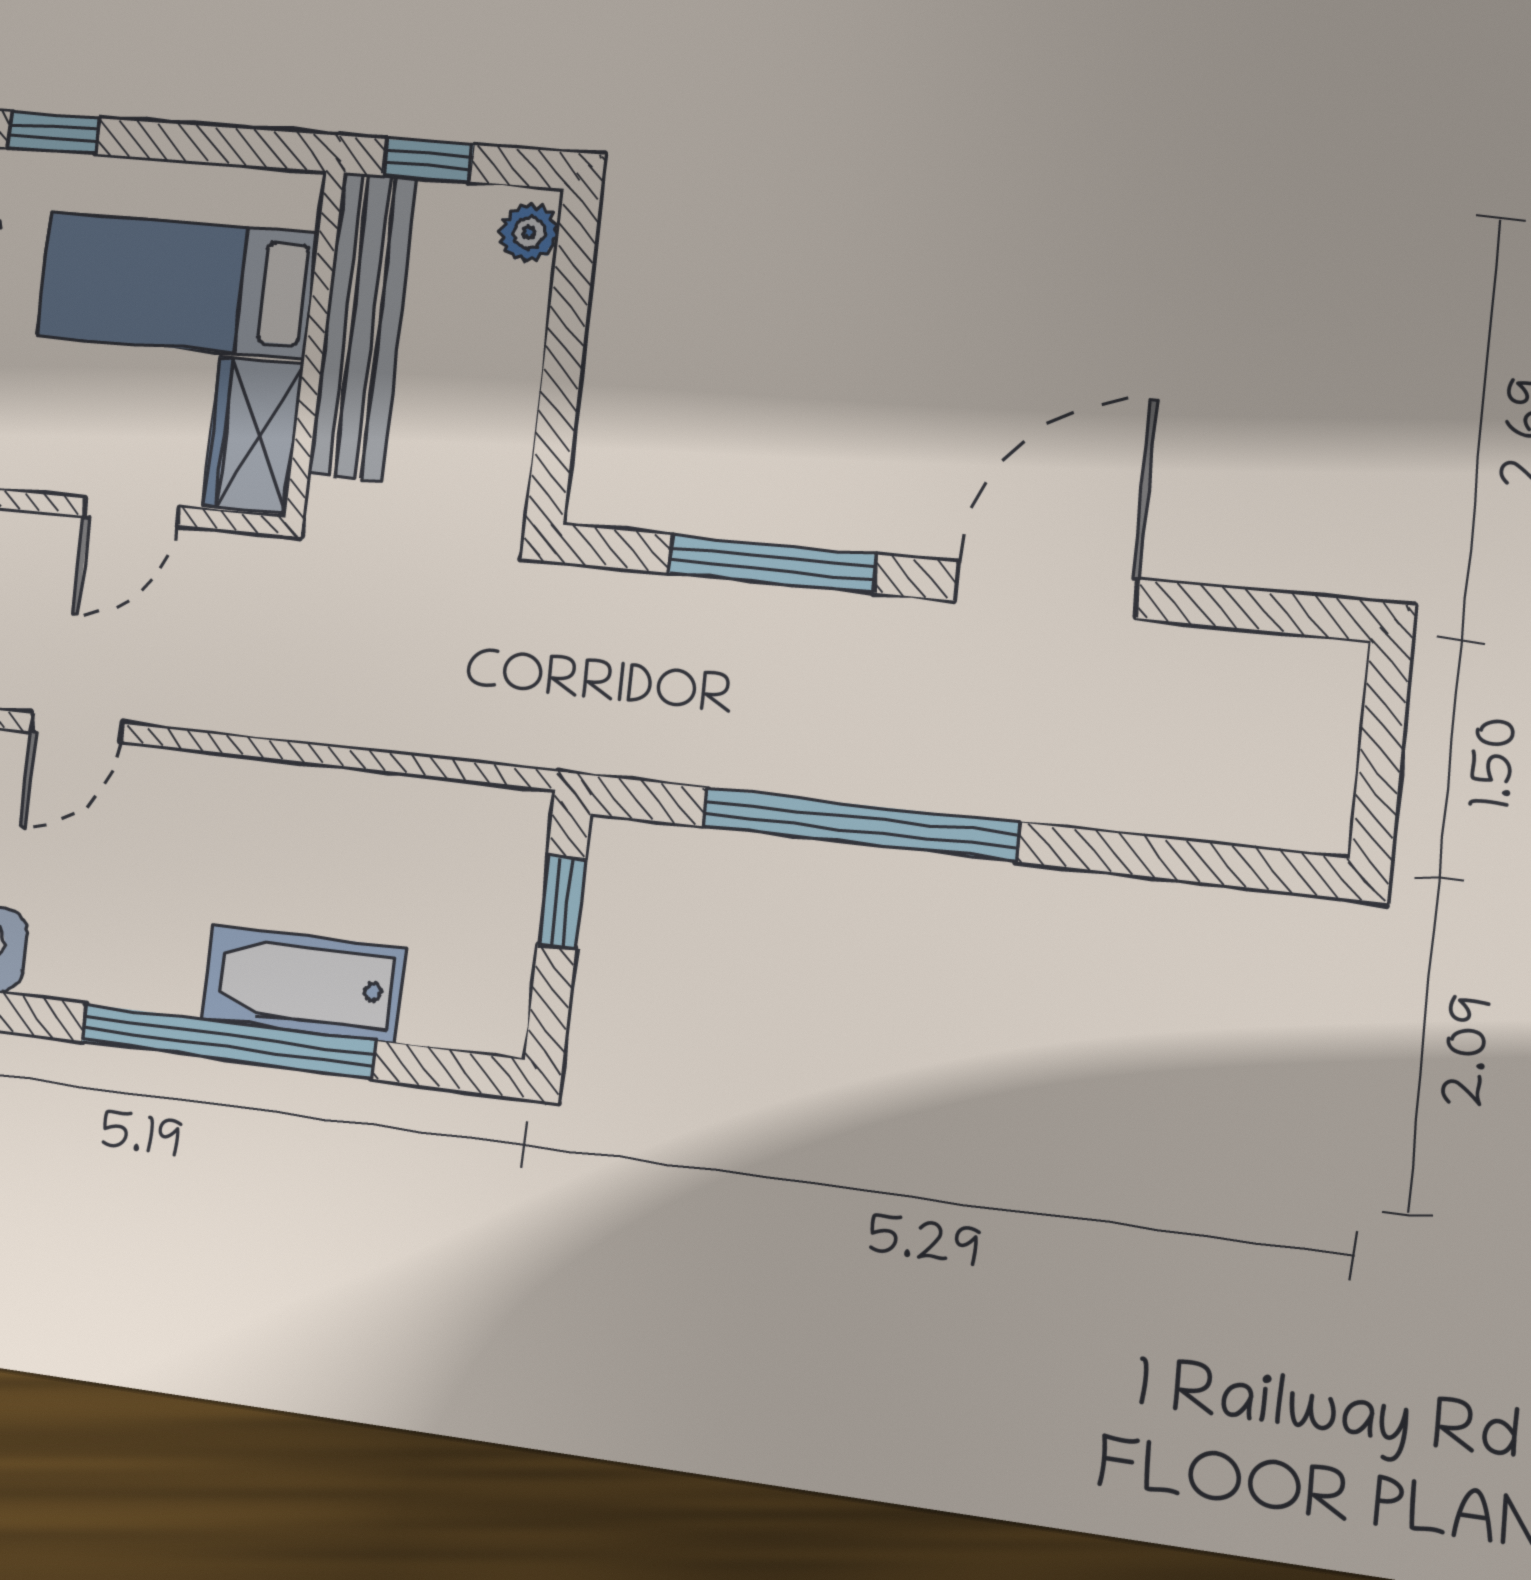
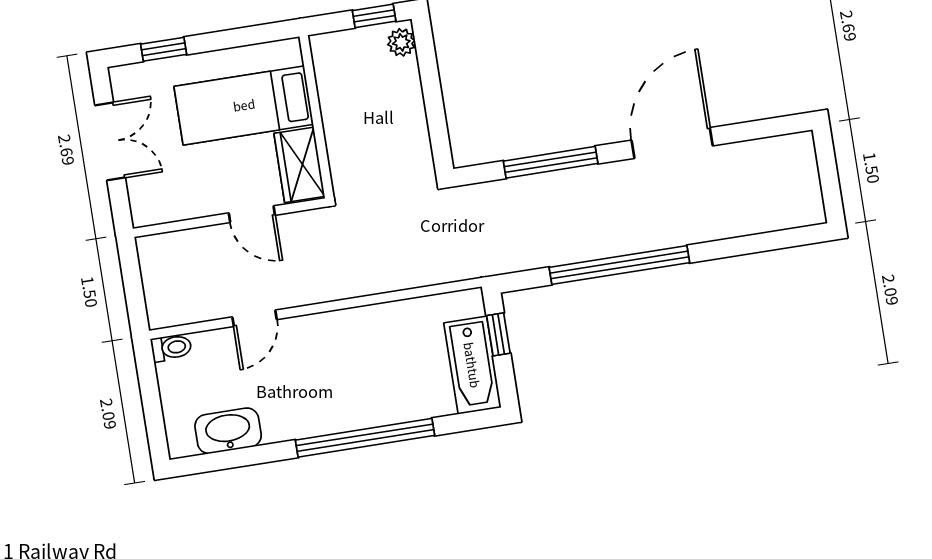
window: (428, 160) -> (374, 16), moved
bench: (363, 326) -> (336, 103), removed
door: (131, 512) -> (252, 214), hinge flipped
bathtub: (303, 983) -> (472, 365), moved, turned -90

